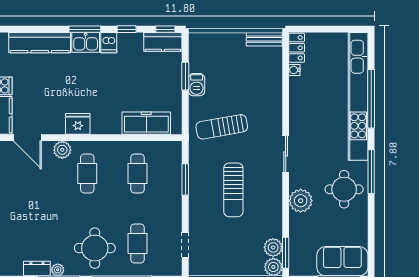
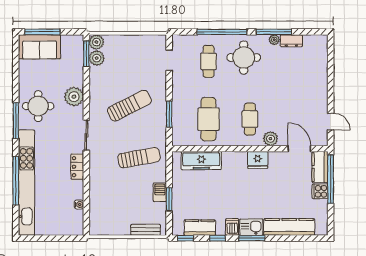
bench: (264, 39) -> (146, 230), moved
kitchen counter: (163, 42) -> (200, 228), moved
locker: (297, 48) -> (77, 167), moved
cafe table: (137, 173) -> (208, 119), width x1.37, depth x1.35
sun lounger: (233, 190) -> (129, 106), turned 63

